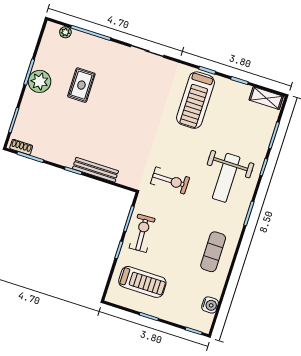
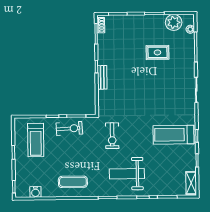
plant: (40, 81) -> (174, 22), moved
bench: (95, 170) -> (102, 77), width x0.73

